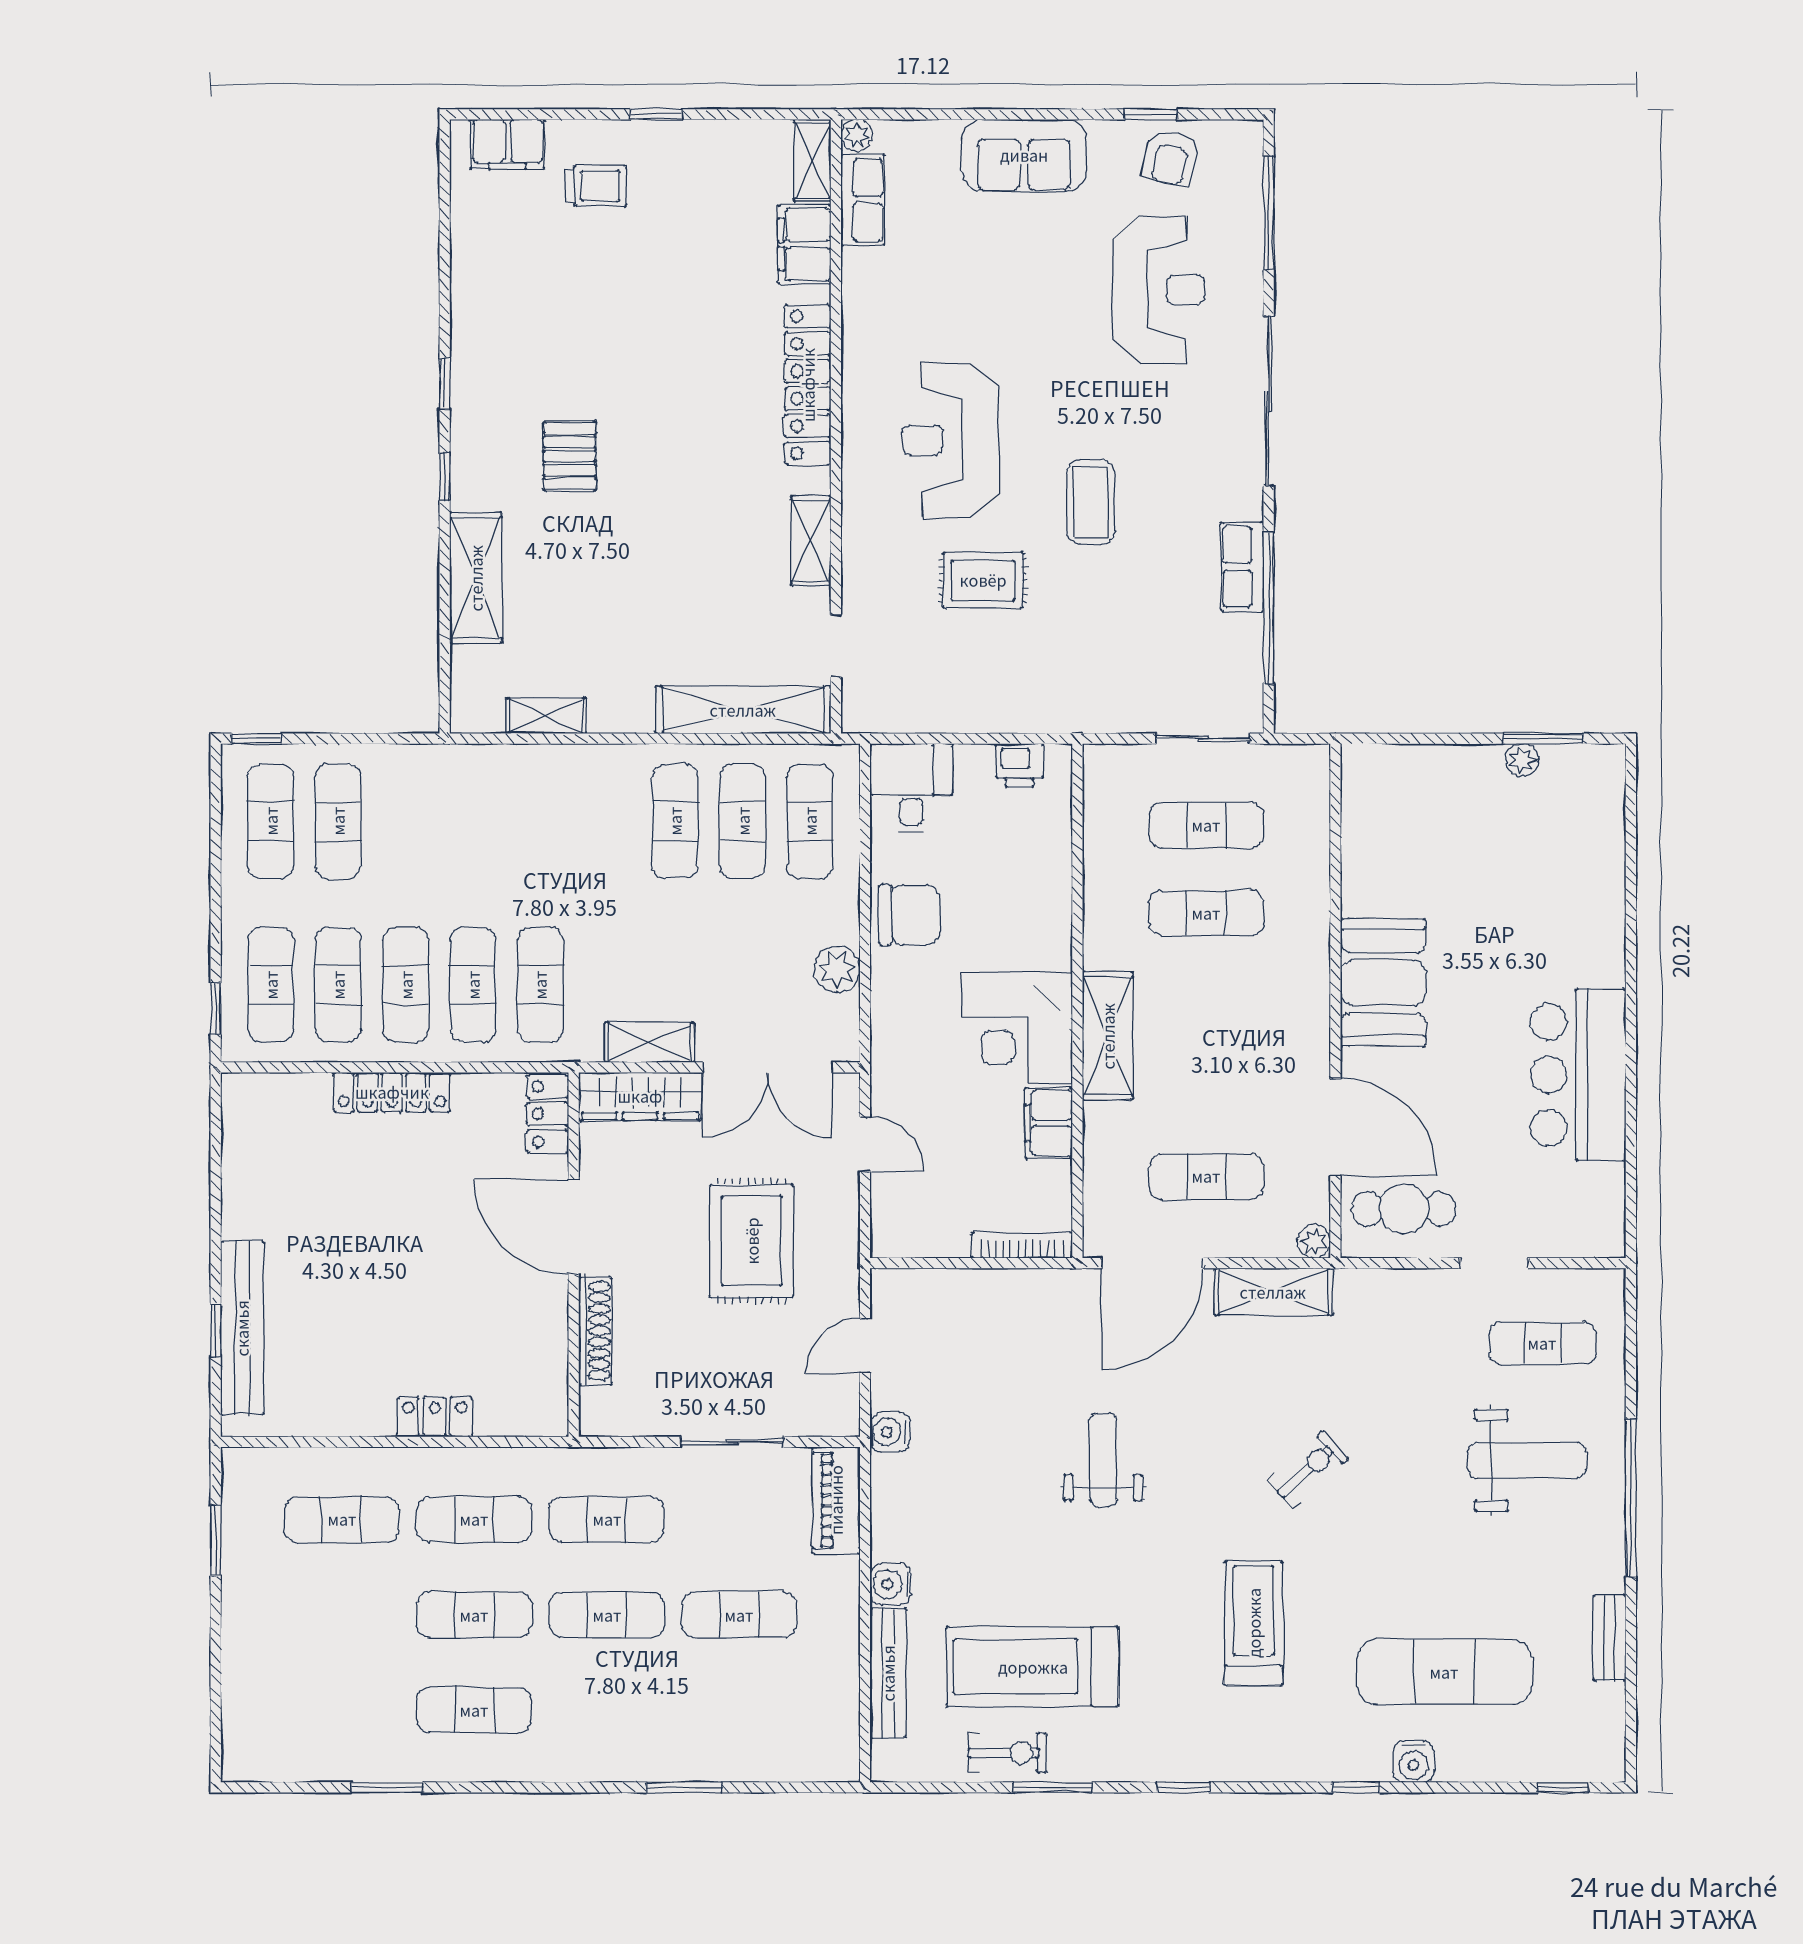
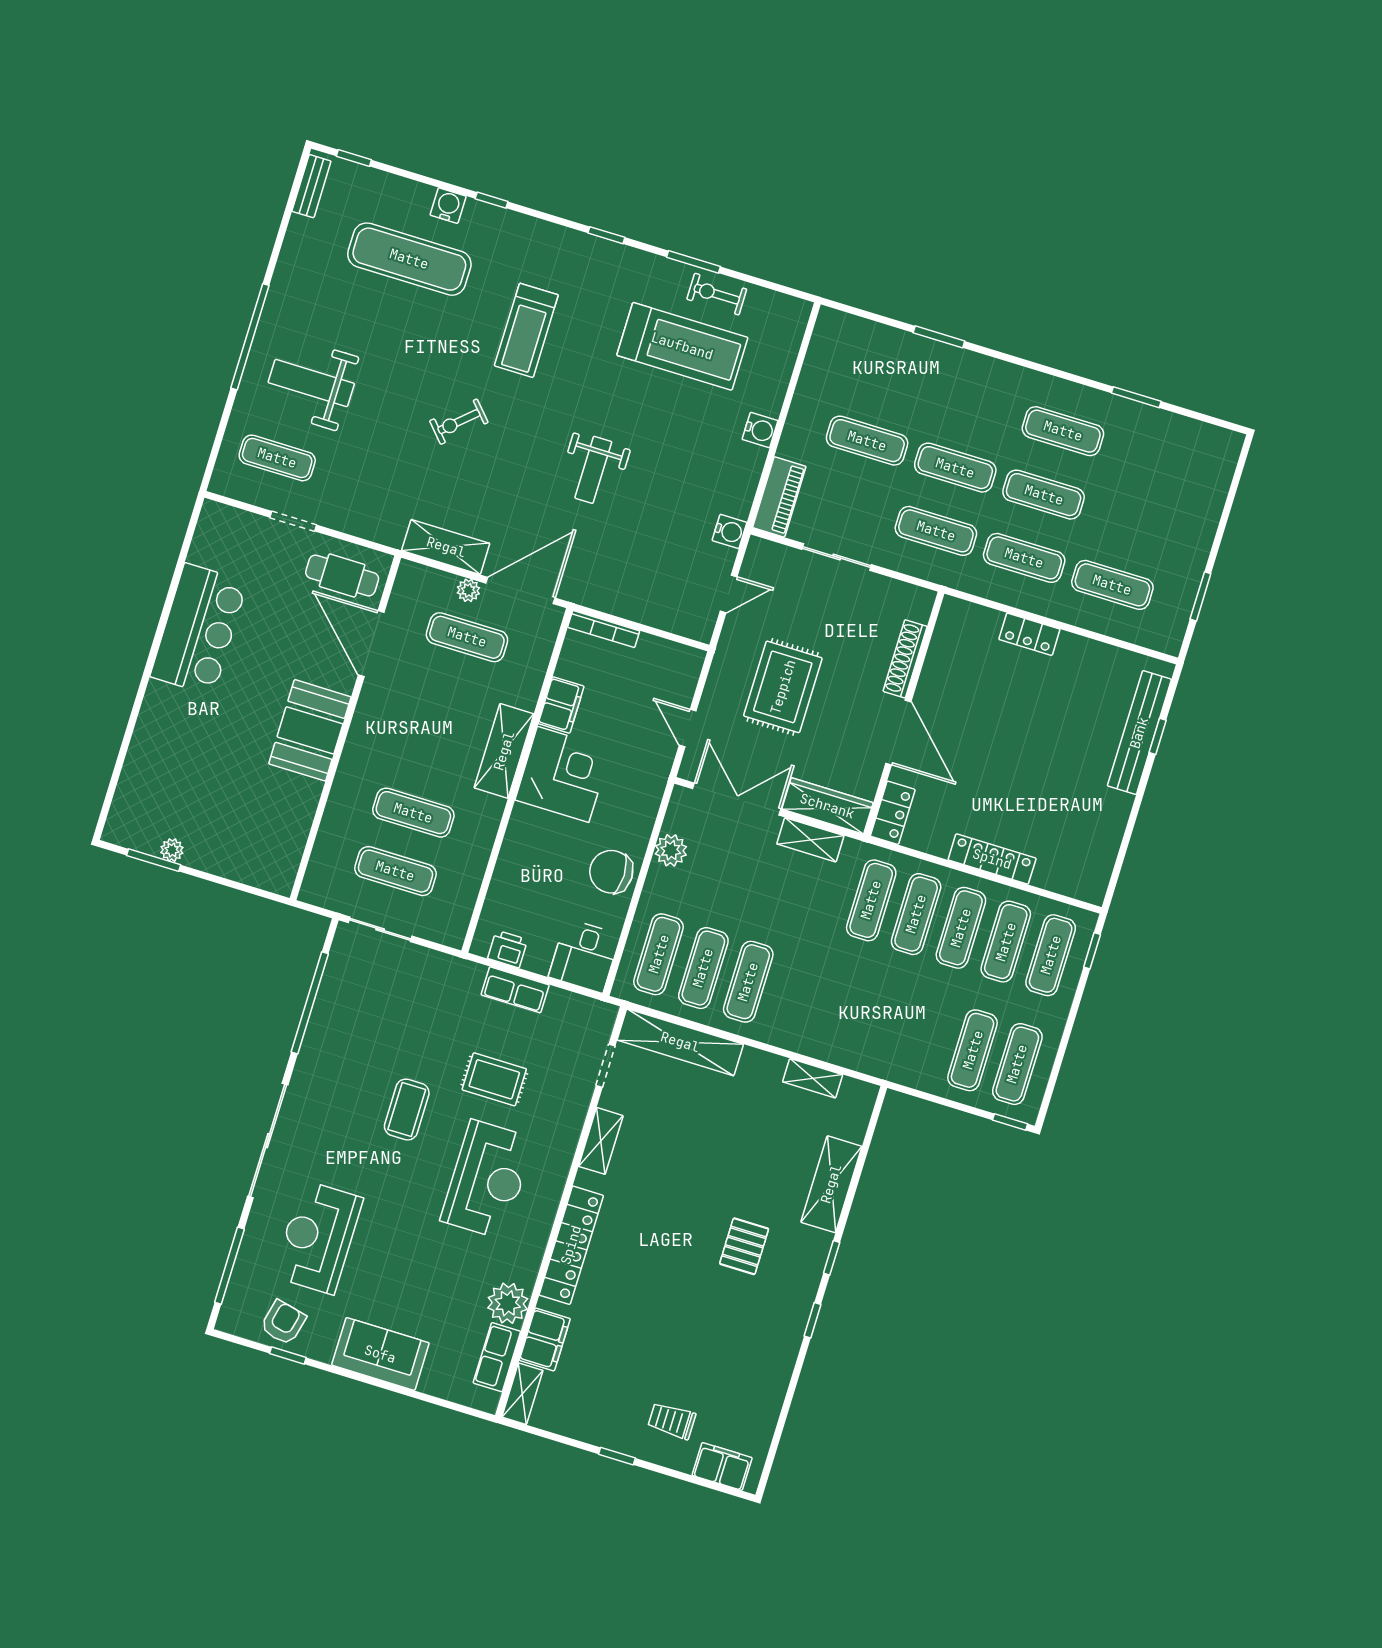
plant: (857, 135) -> (508, 1303), moved, width x1.88, depth x1.88
row of seats: (1242, 567) -> (515, 990), moved, turned 90
plant: (1314, 1241) -> (468, 590), moved
bench: (1609, 1638) -> (311, 186), moved
bench: (888, 1673) -> (780, 372), removed

